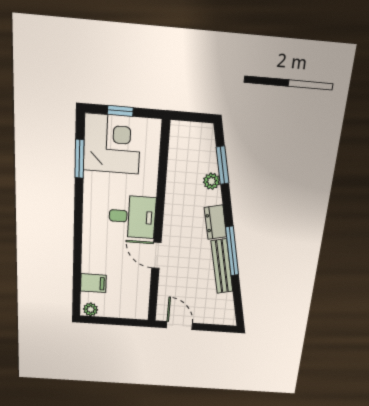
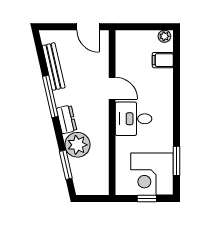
plant: (212, 181) -> (77, 145), width x1.88, depth x1.88
bench: (222, 266) -> (54, 67), moved

